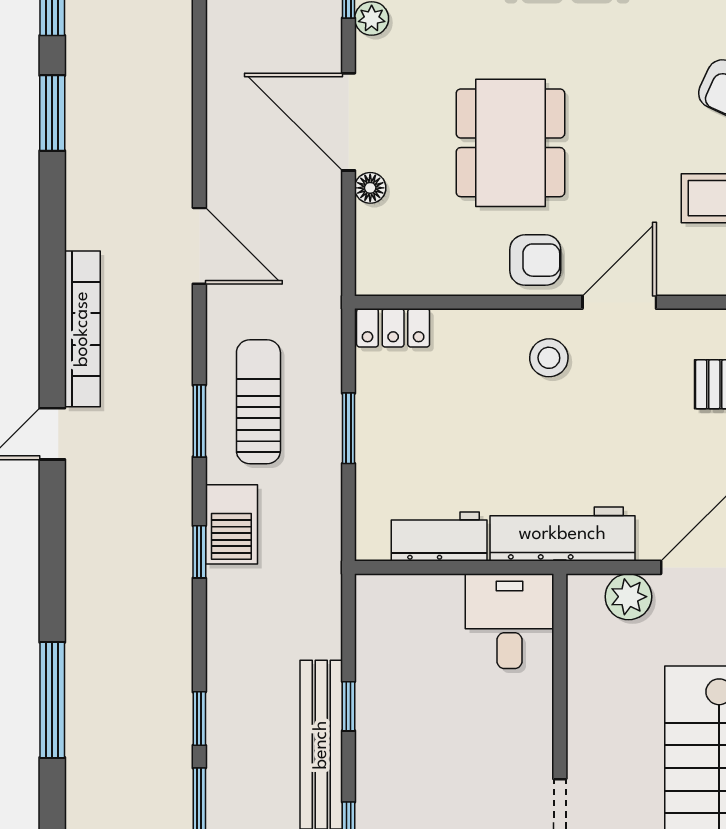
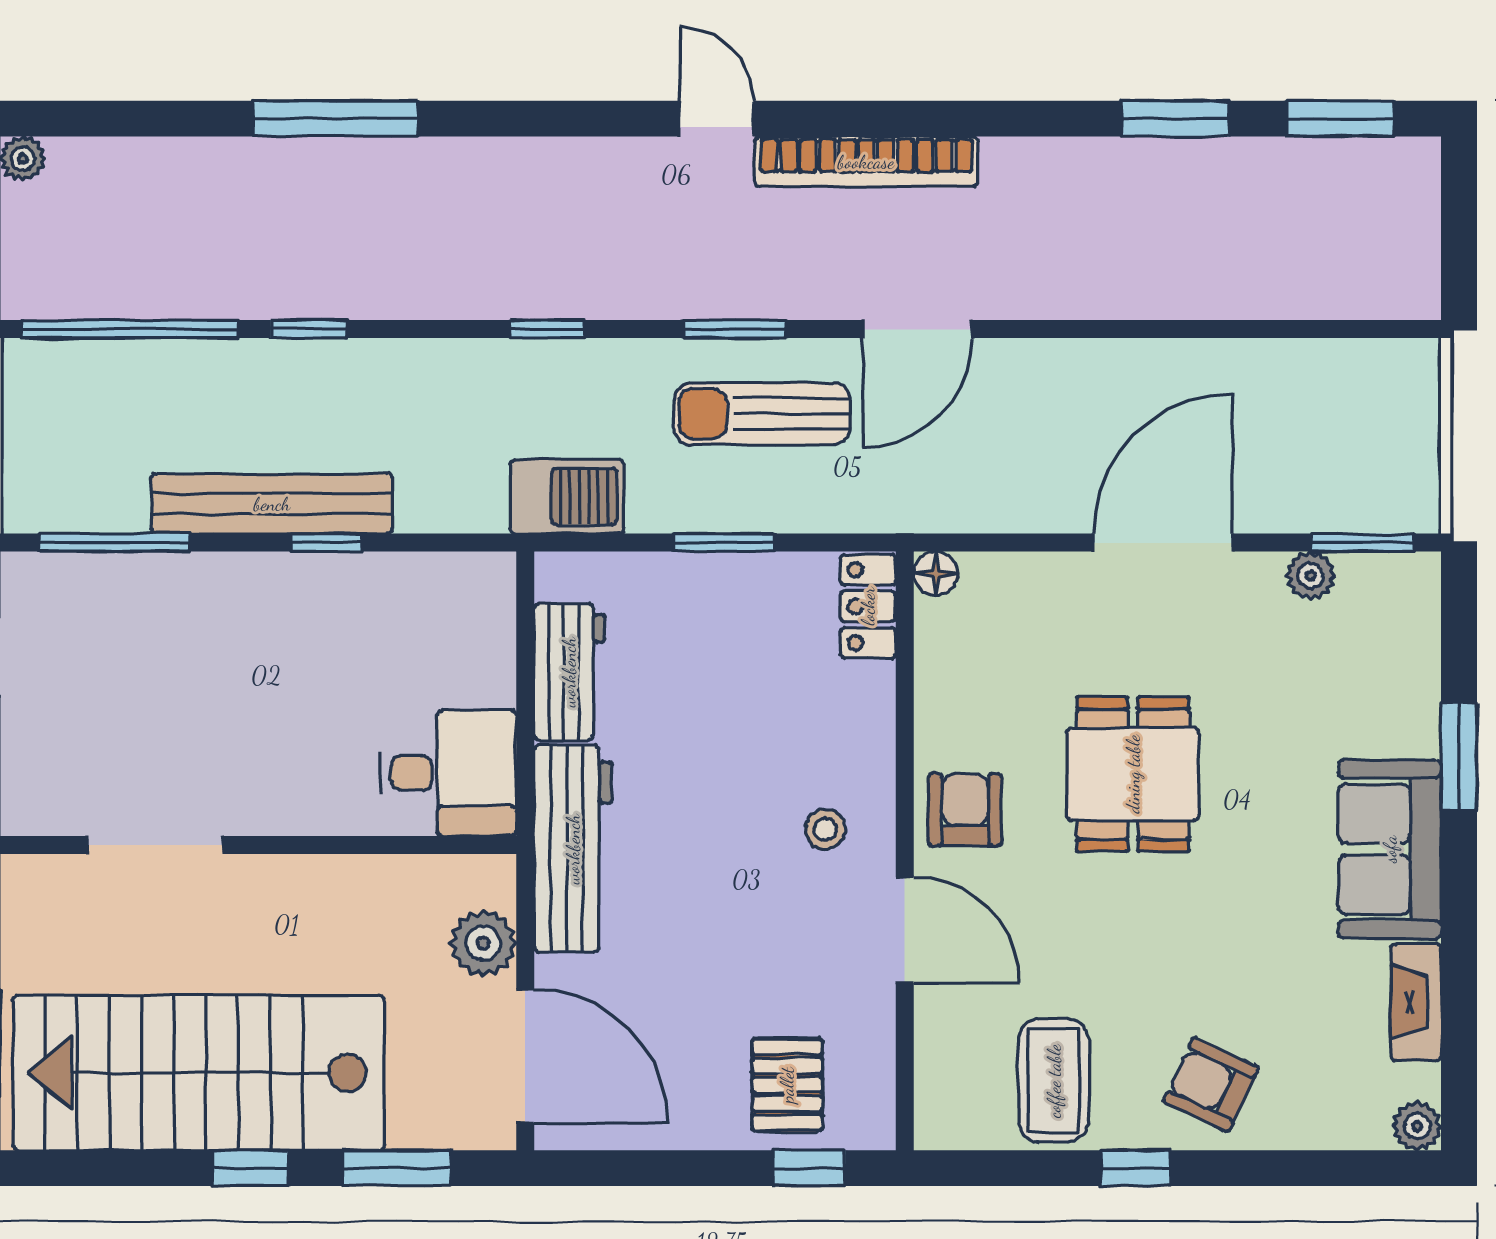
dining table: (510, 143) -> (1133, 774), width x0.73
floor lamp: (370, 188) -> (936, 574), moved
door: (199, 246) -> (917, 329), moved
armchair: (535, 260) -> (965, 810), turned 180
stool: (549, 358) -> (825, 829), width x0.73, depth x0.73
sun lounger: (258, 402) -> (762, 414), turned 180
barbecue: (231, 524) -> (567, 497), moved, turned 180

